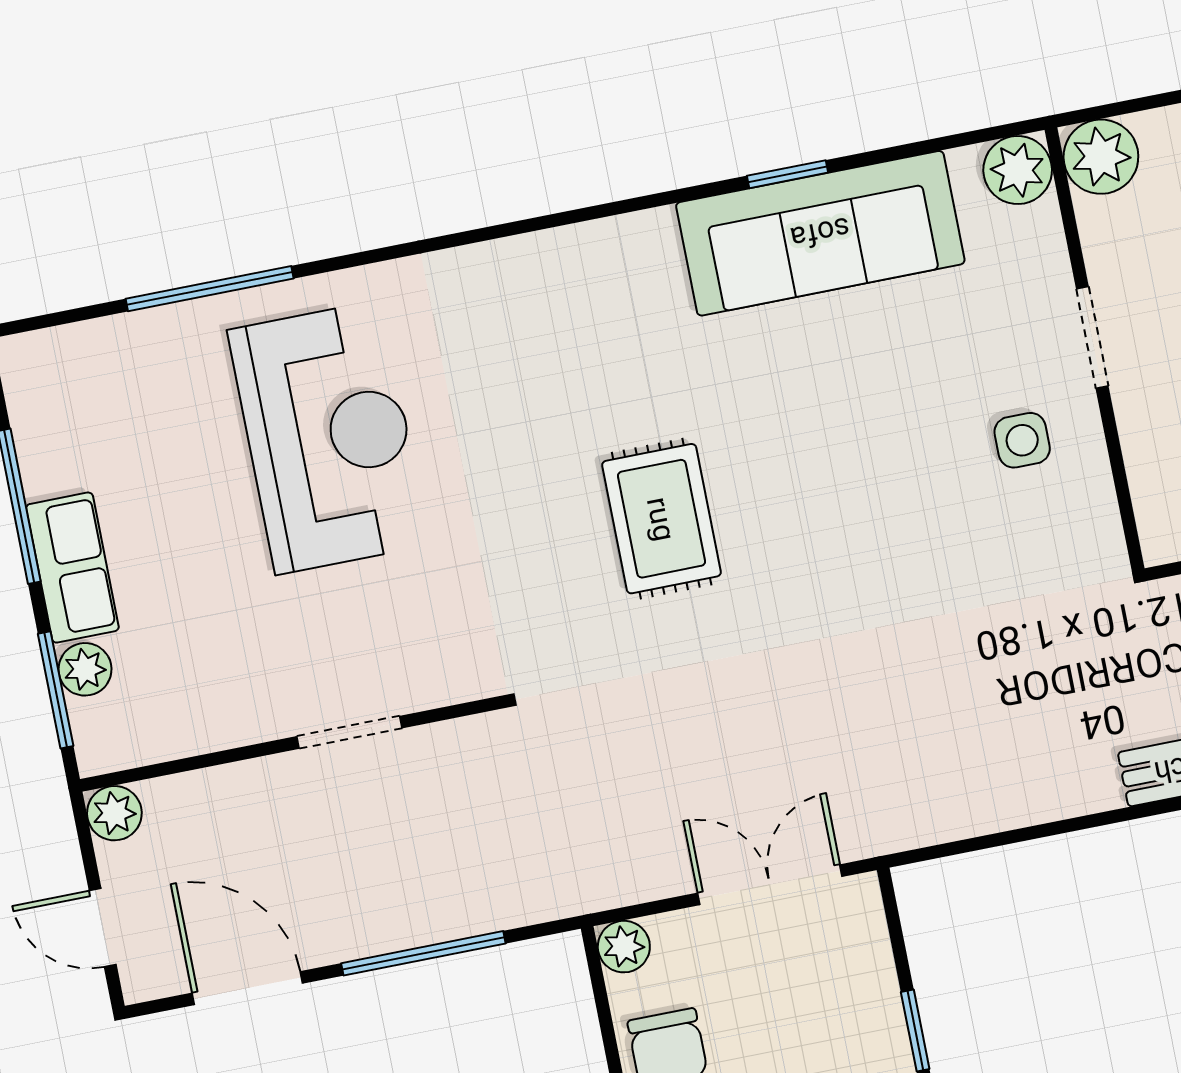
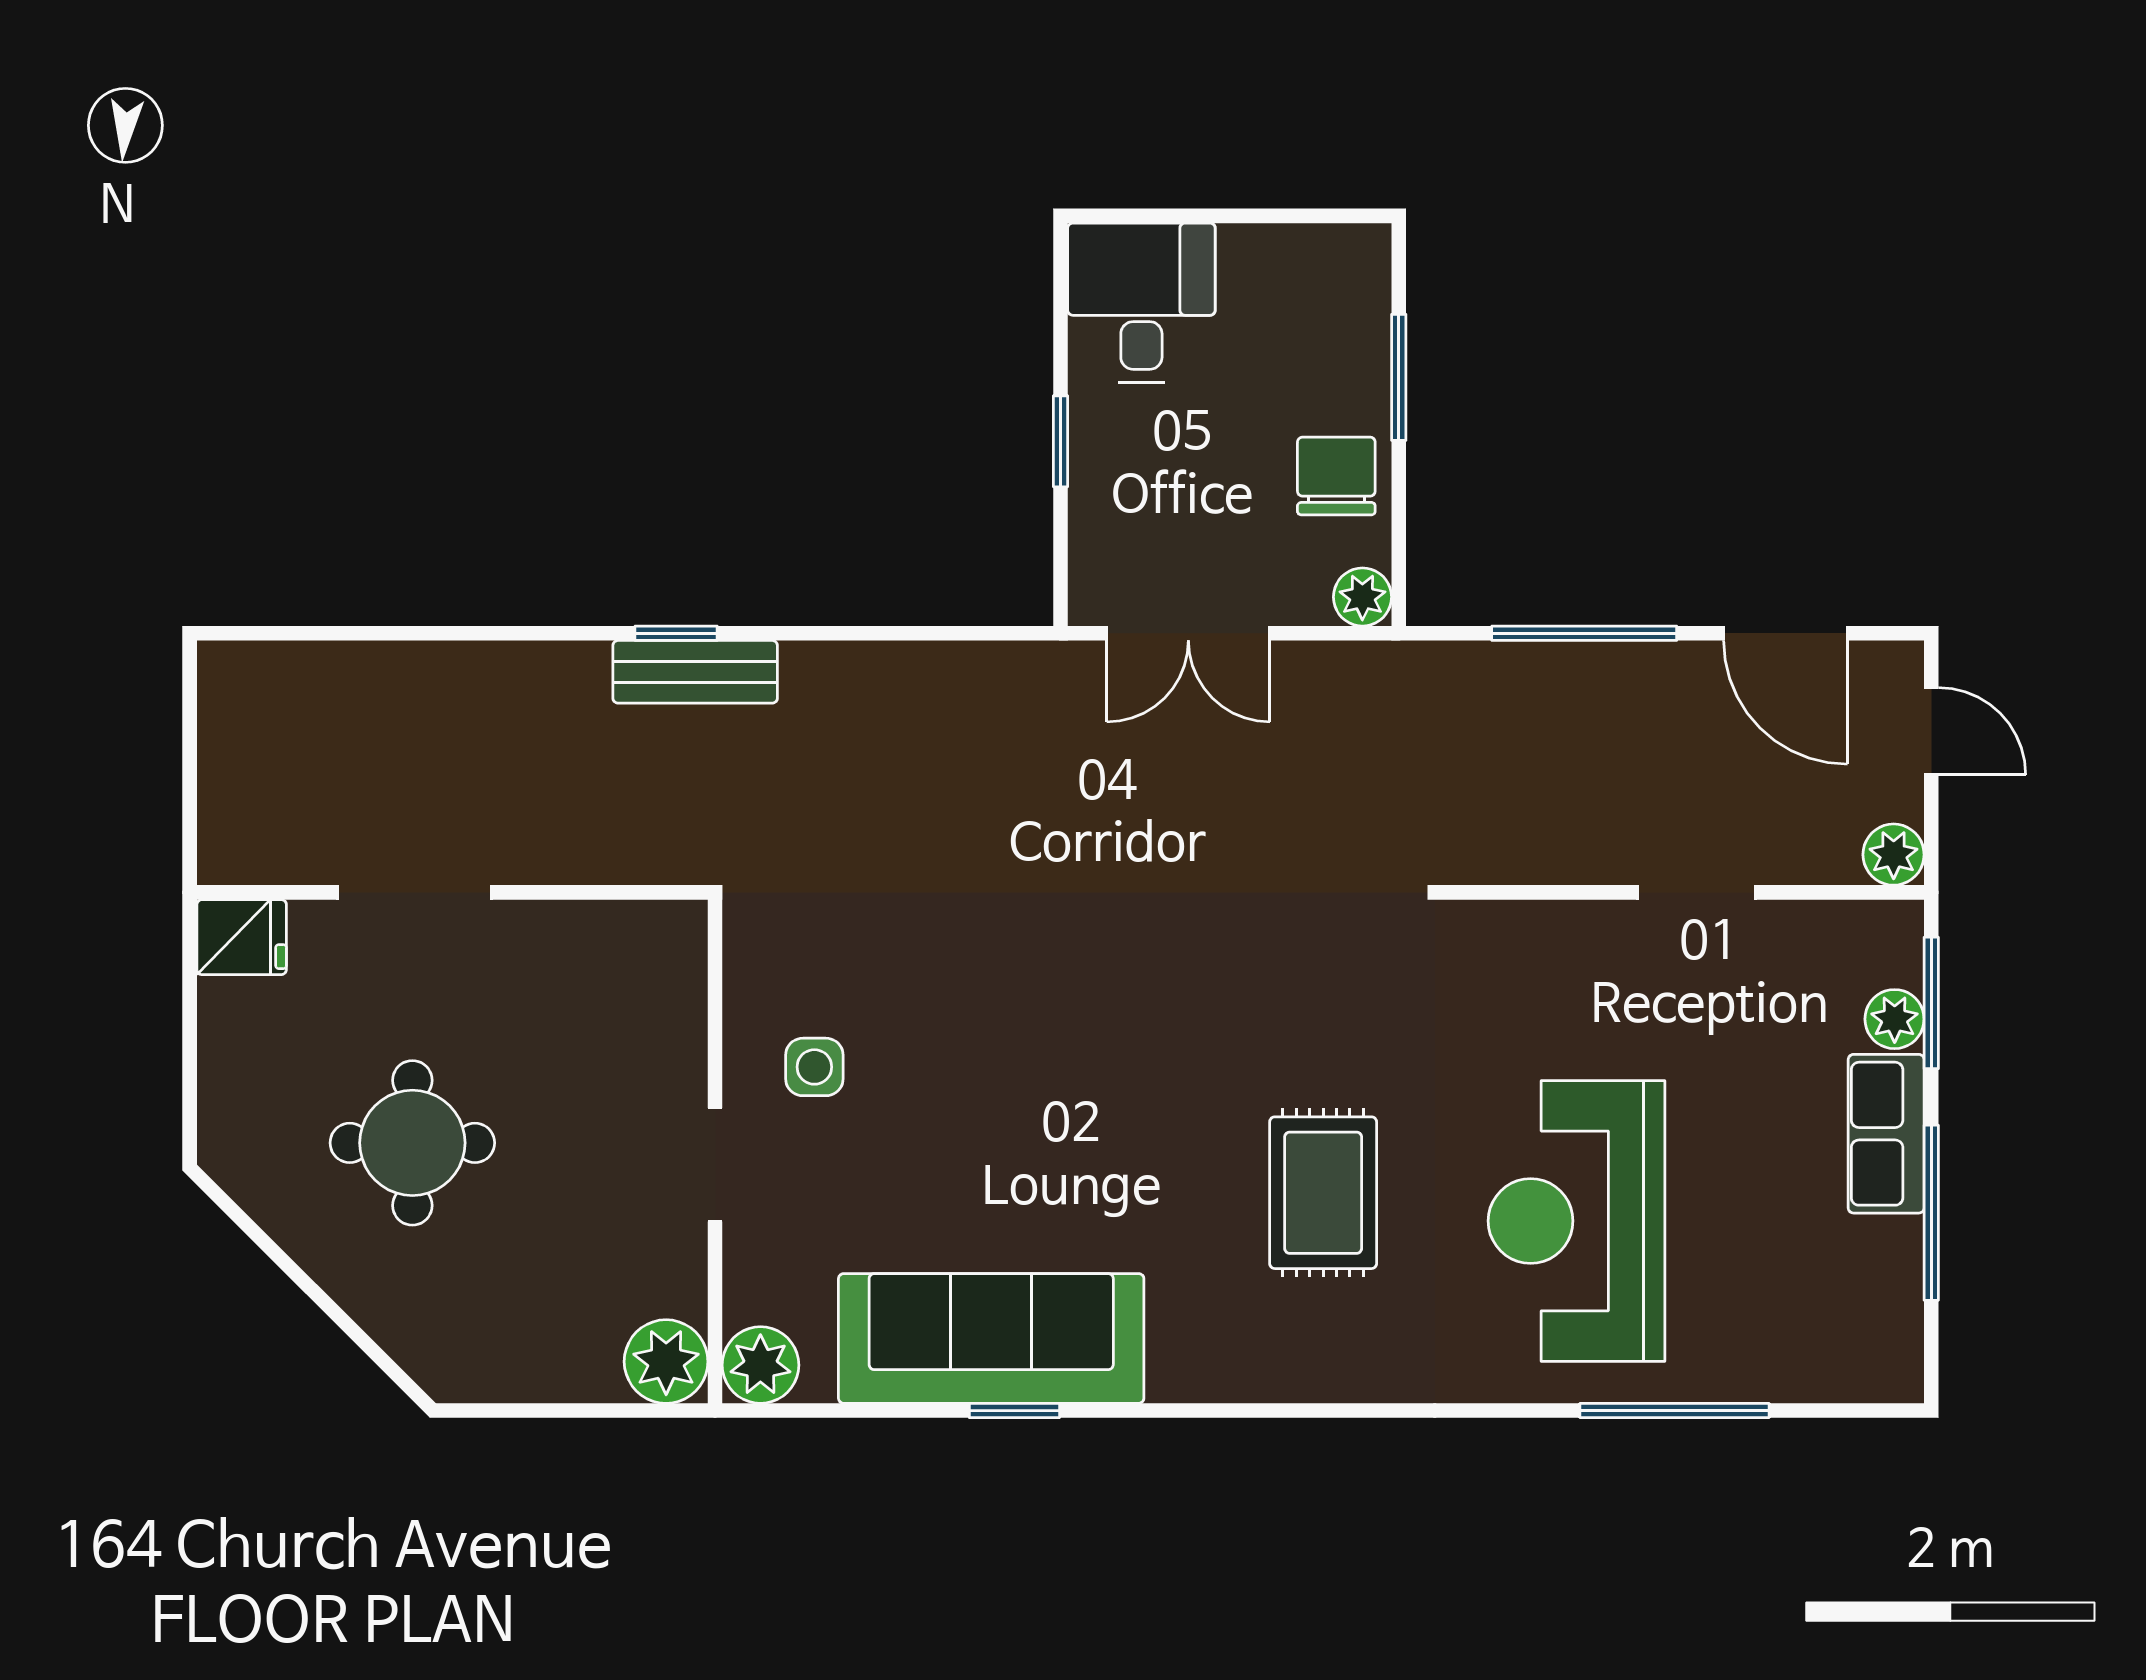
rug: (661, 519) -> (1323, 1193), moved
doorway: (349, 732) -> (1697, 892), moved

